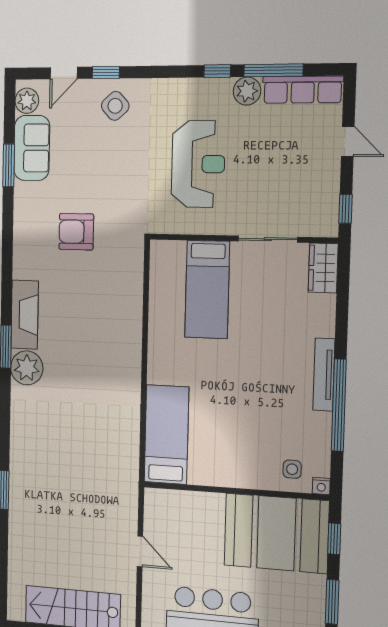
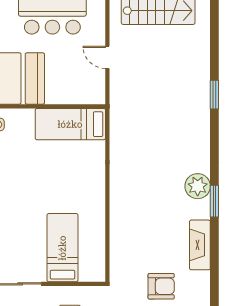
fireplace: (25, 315) -> (200, 245), moved
bed: (166, 435) -> (70, 124), moved, turned 90

